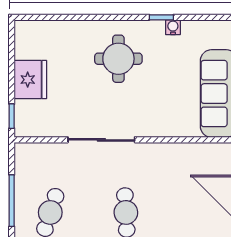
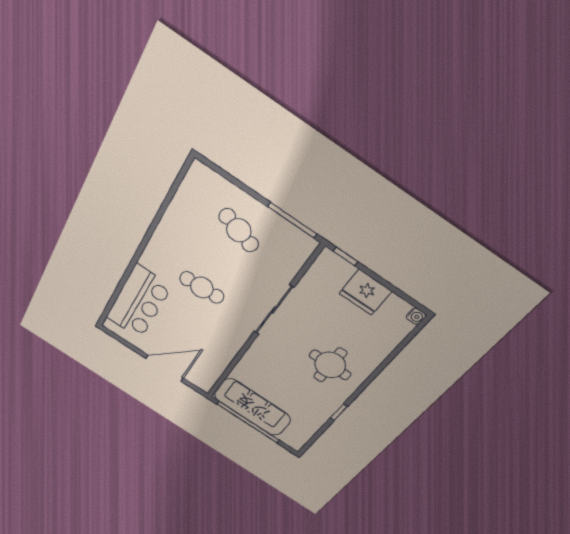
water cooler: (173, 27) -> (416, 316), moved
window: (12, 201) -> (292, 220), moved

